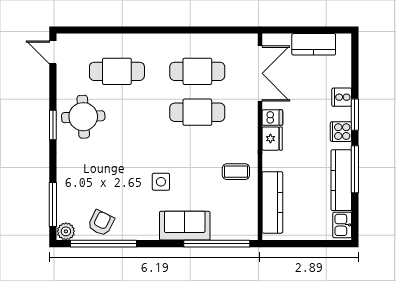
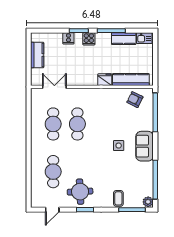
door: (53, 52) -> (52, 210), moved
double door: (260, 73) -> (54, 87), width x0.73
dishwasher: (272, 118) -> (81, 80), removed
fridge: (272, 139) -> (105, 80), moved
coffee table: (236, 172) -> (118, 198), moved
kitchen counter: (341, 180) -> (124, 39), width x0.67
armchair: (101, 223) -> (135, 100), moved
sofa: (185, 226) -> (145, 146), moved

